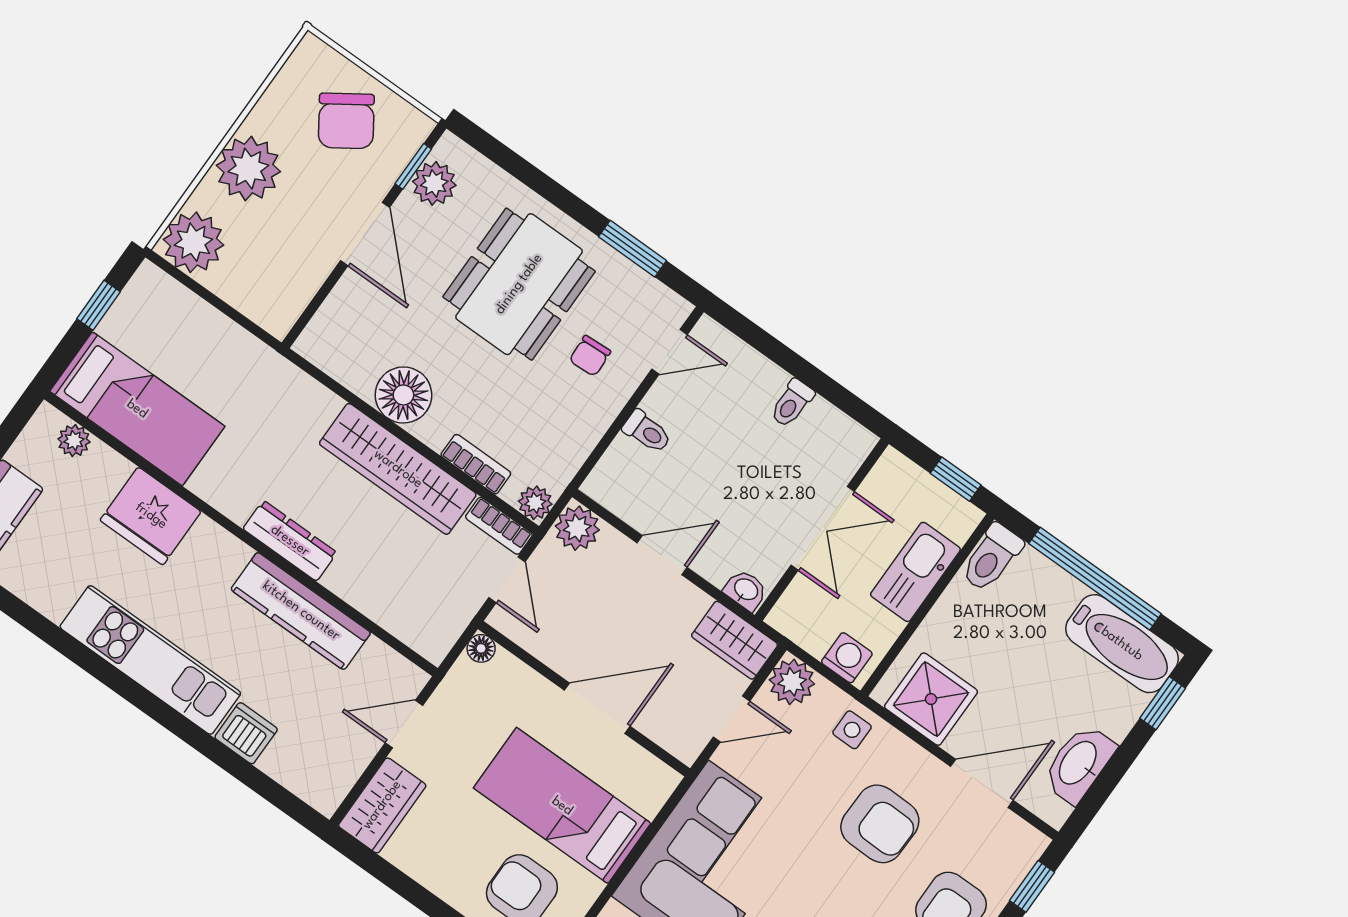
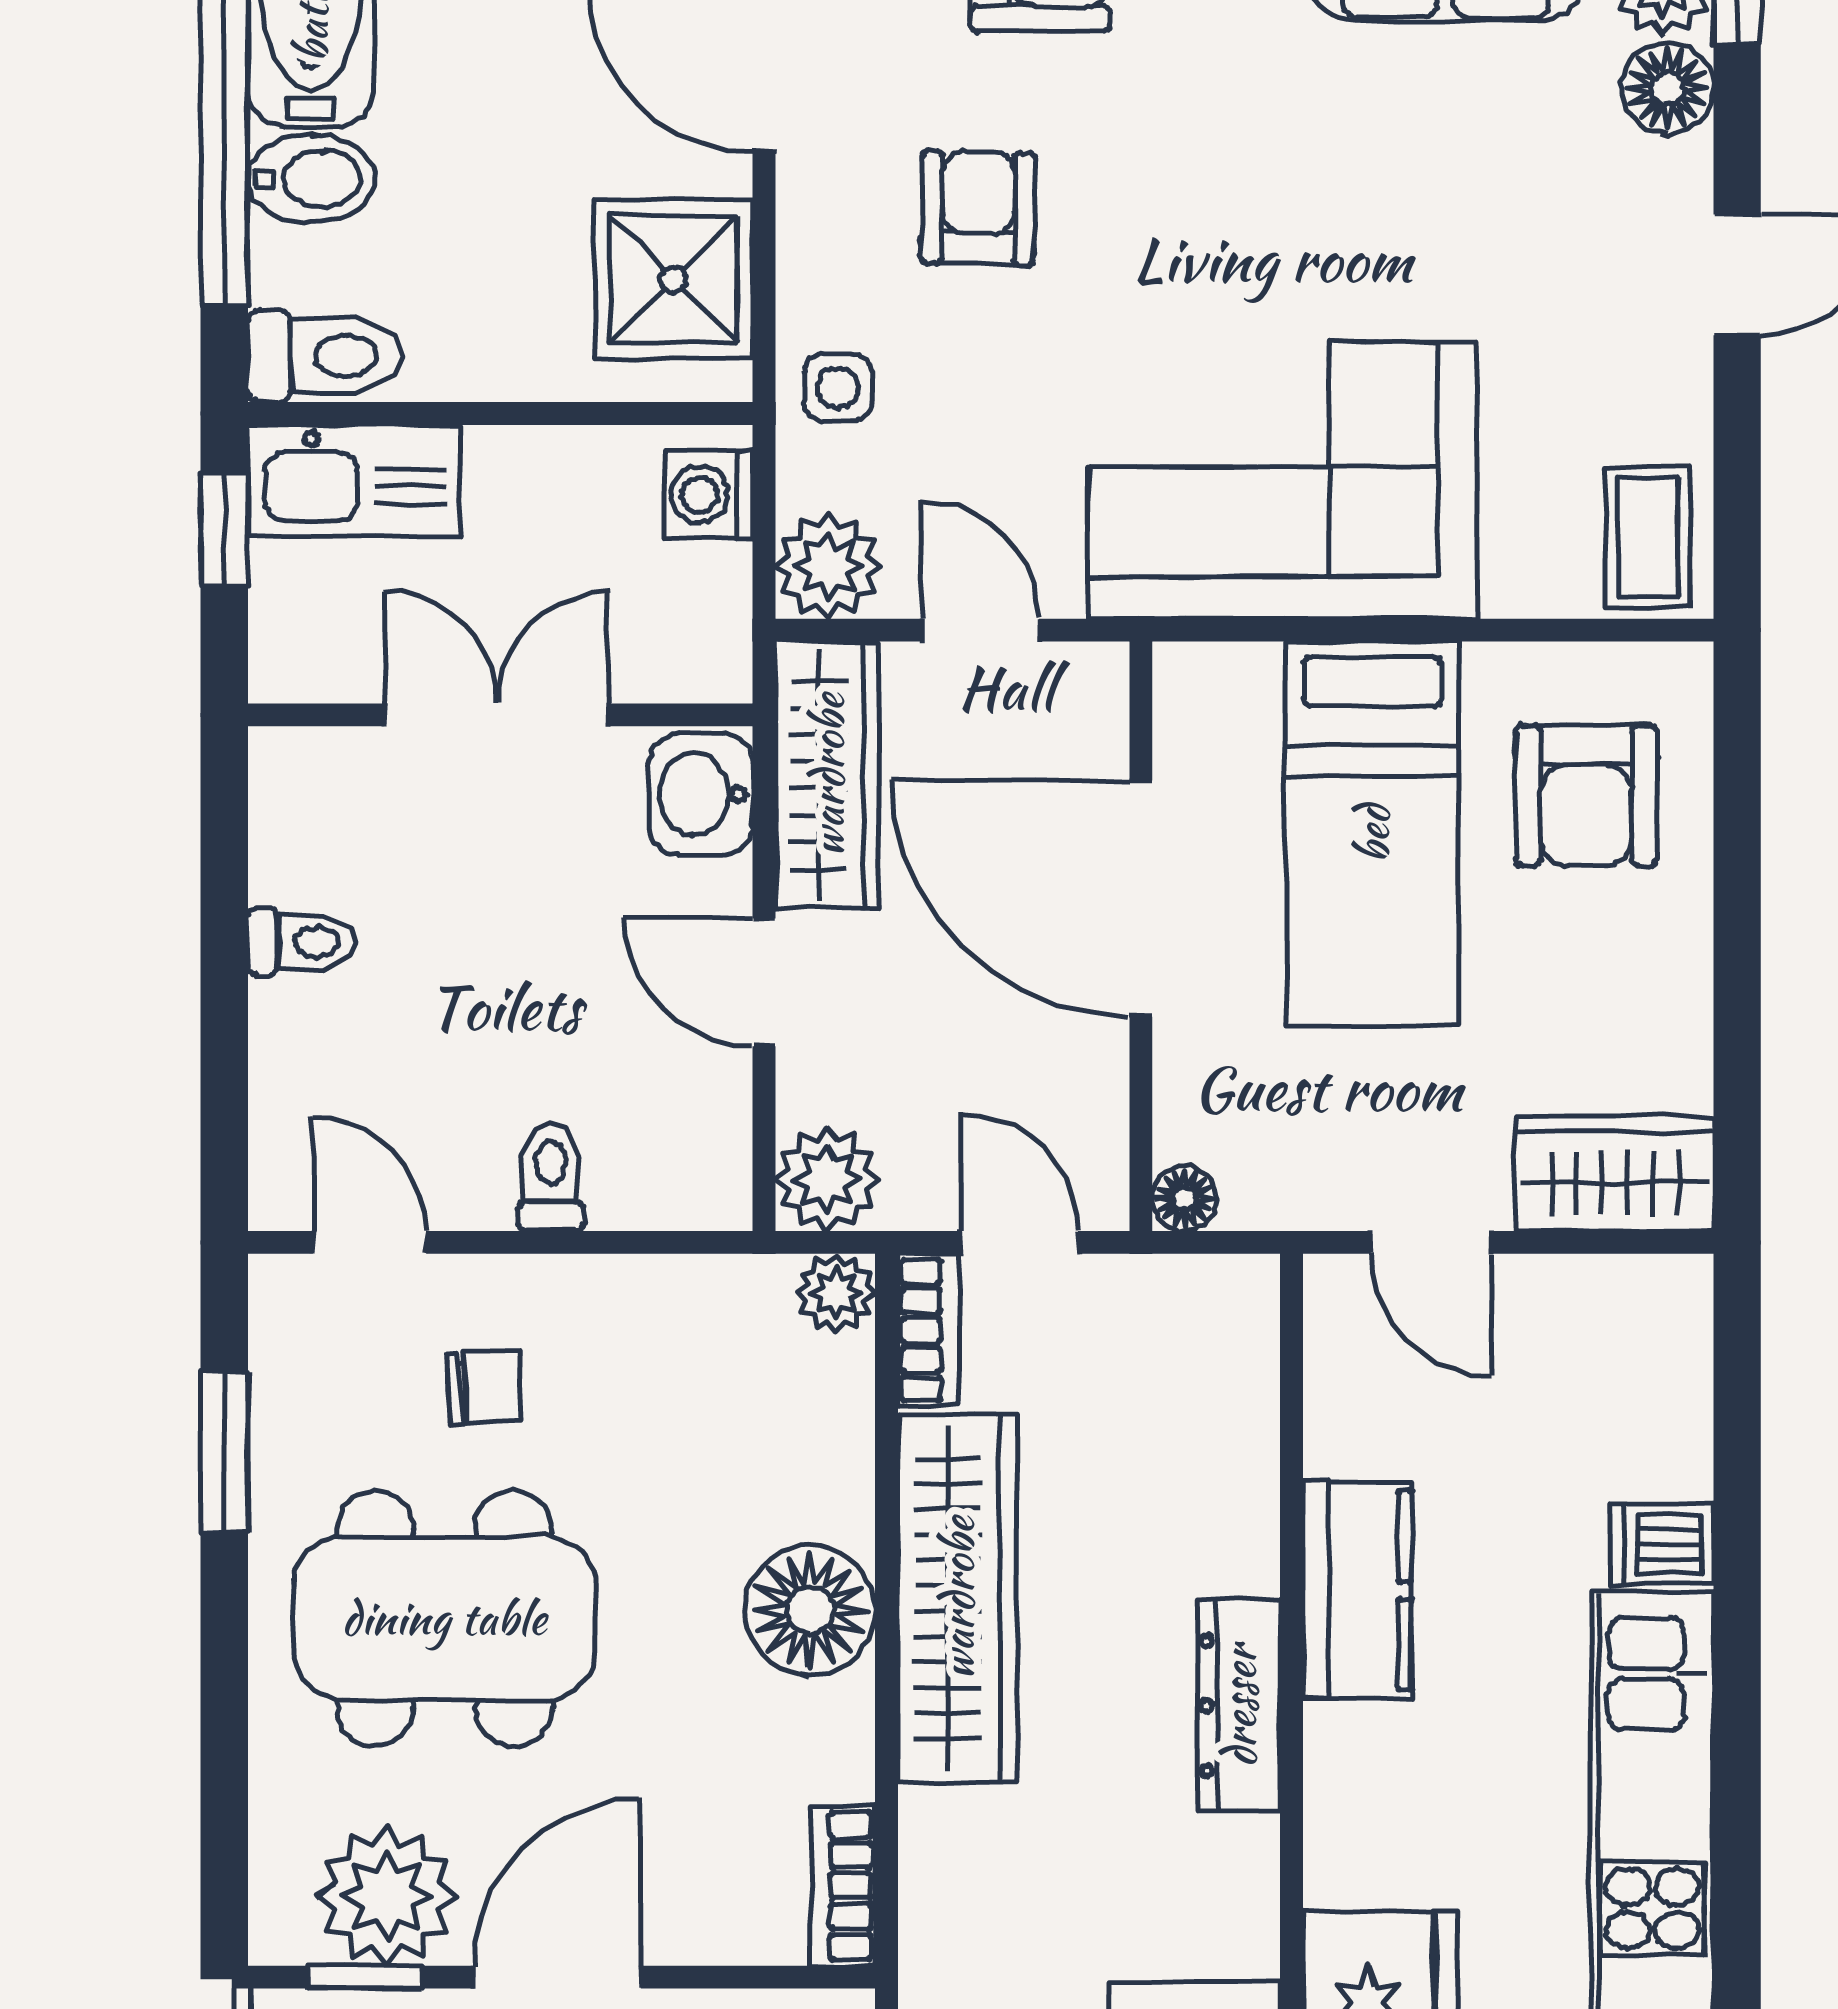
plant: (434, 183) -> (387, 1896), width x1.36, depth x1.36
floor lamp: (403, 395) -> (810, 1610), moved
bookcase: (476, 464) -> (843, 1886), moved
kitchen sink: (915, 572) -> (354, 481), moved
door: (507, 580) -> (1020, 1242), hinge flipped
washbasin: (746, 590) -> (701, 794), width x1.38, depth x1.45
bidet: (1057, 598) -> (312, 179), added
kitchen counter: (301, 611) -> (1357, 1590), width x0.67
wardrobe: (735, 640) -> (827, 775), width x1.50
door: (597, 708) -> (1141, 899), width x1.36
dishwasher: (246, 733) -> (1662, 1544), width x0.73
armchair: (880, 824) -> (978, 208), width x0.72, depth x0.72

